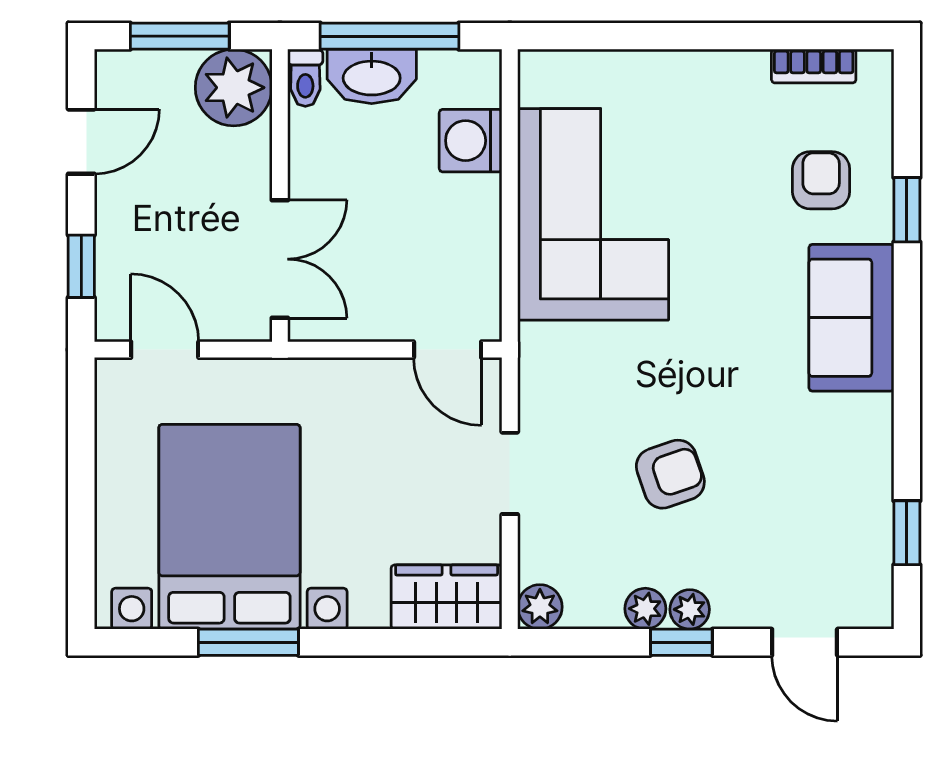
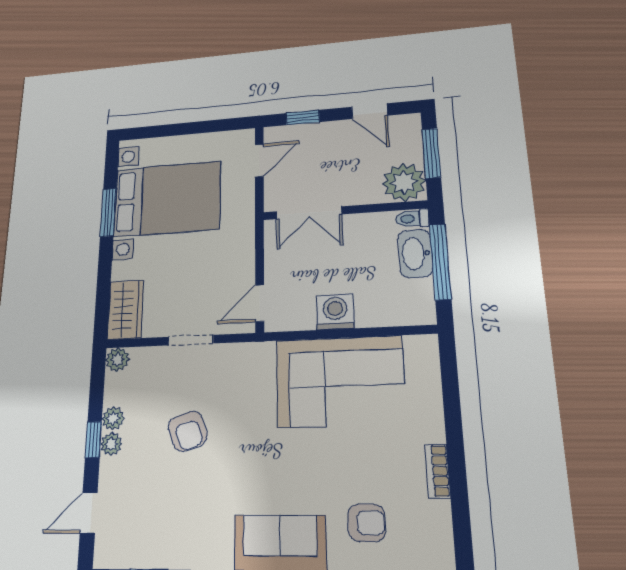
bookcase: (814, 66) -> (438, 471), moved
washing machine: (471, 141) -> (335, 312), moved

